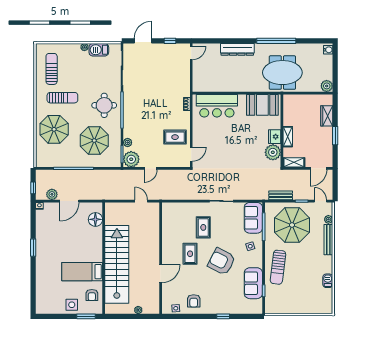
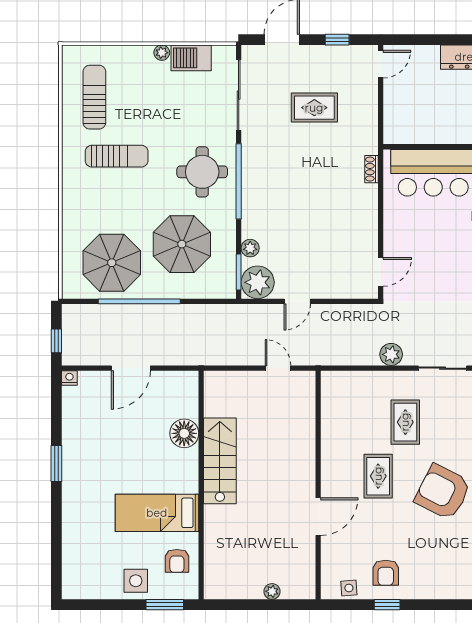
parasol: (54, 129) -> (112, 263), moved
rug: (175, 137) -> (314, 108), moved
plant: (52, 194) -> (391, 354), moved
floor lamp: (95, 219) -> (184, 433), moved
stairs: (117, 264) -> (220, 461), width x0.54, depth x0.66
window: (223, 316) -> (387, 605), moved

